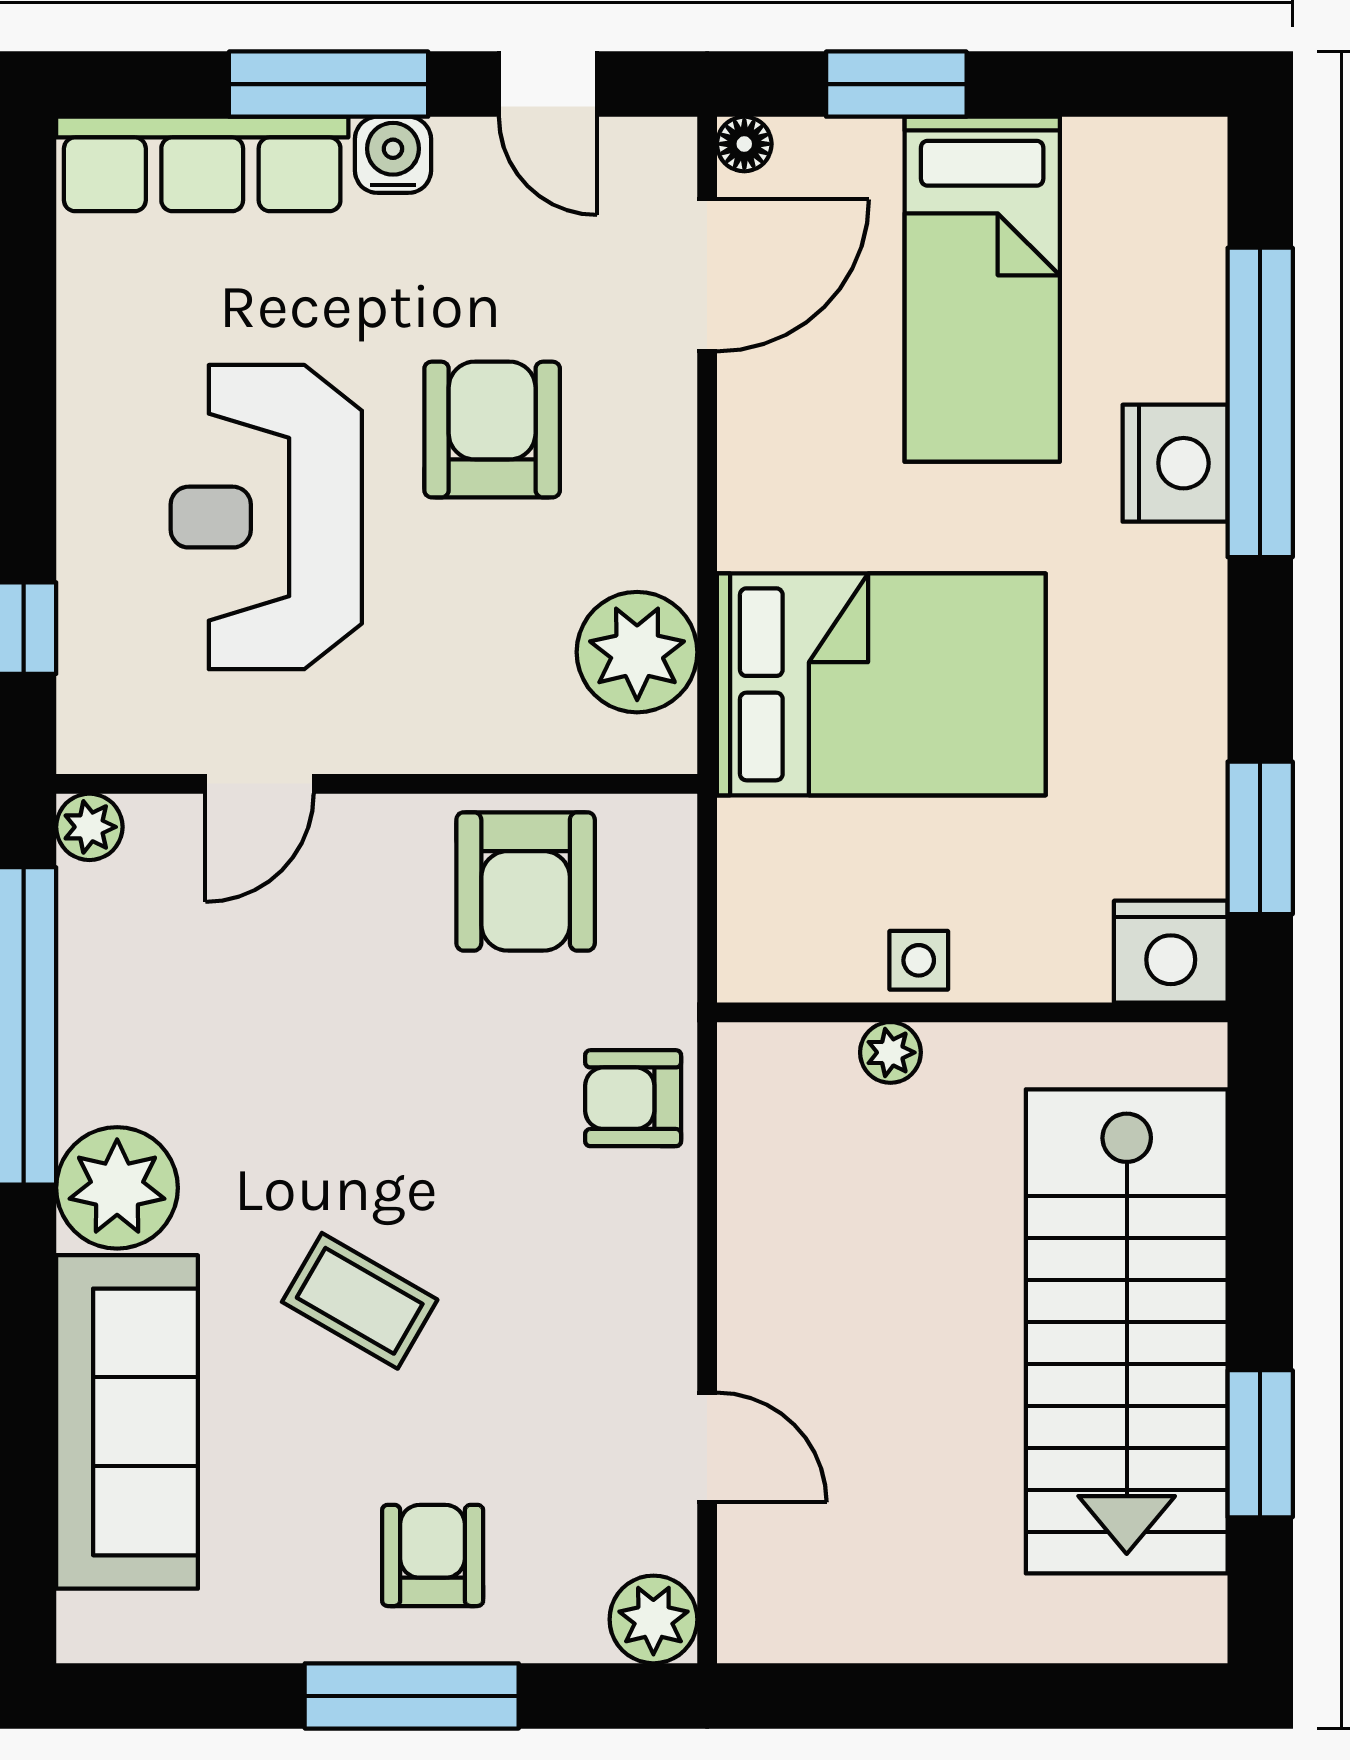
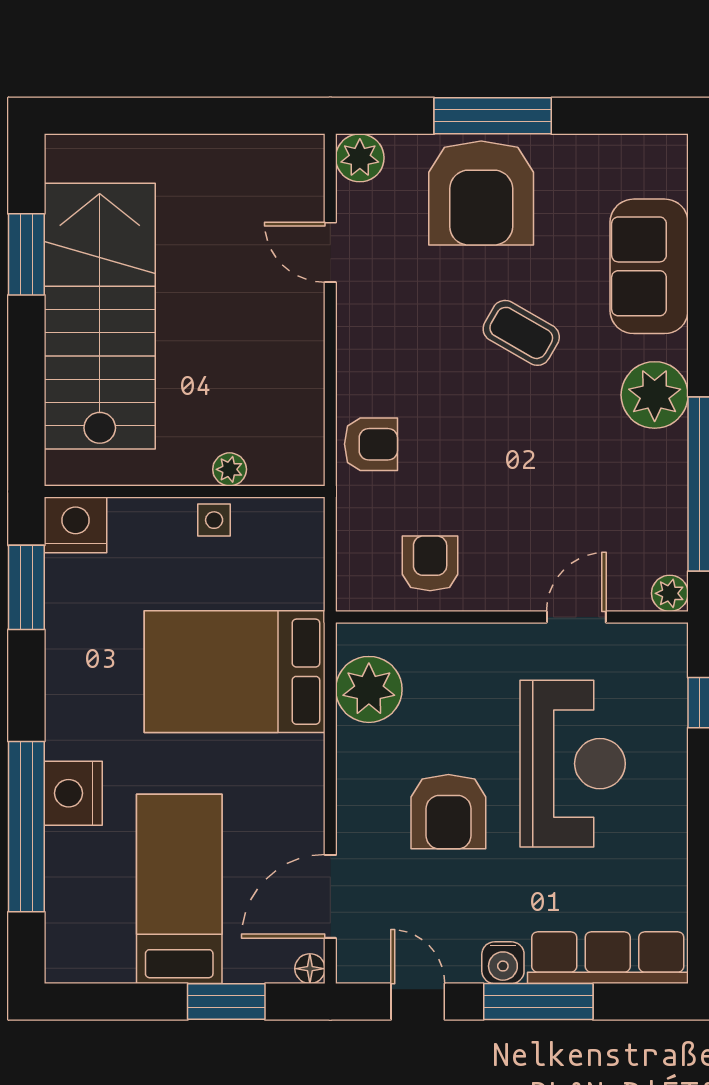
armchair: (526, 881) -> (430, 563), width x0.72, depth x0.72
sofa: (127, 1422) -> (649, 266), width x0.73
armchair: (433, 1555) -> (481, 193), width x1.88, depth x1.88

